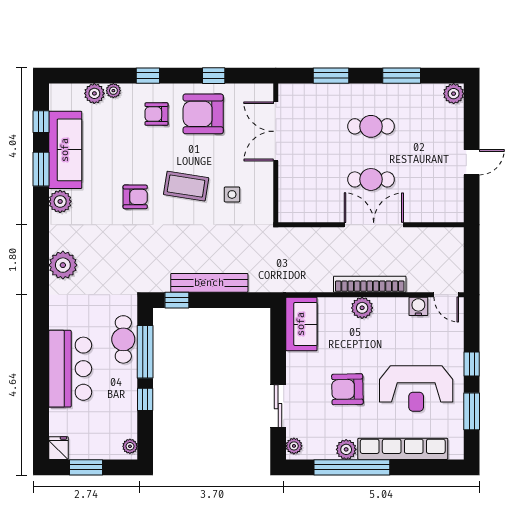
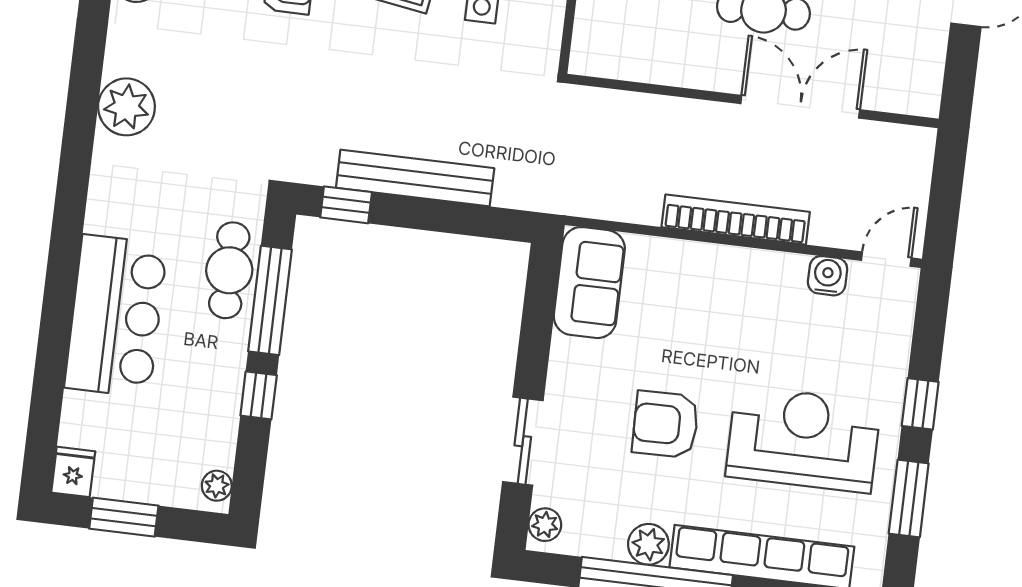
double door: (374, 225) -> (800, 107), moved
door: (446, 295) -> (886, 259), swing flipped
plant: (362, 308) -> (715, 265), removed
reception desk: (416, 388) -> (803, 439), turned 180

